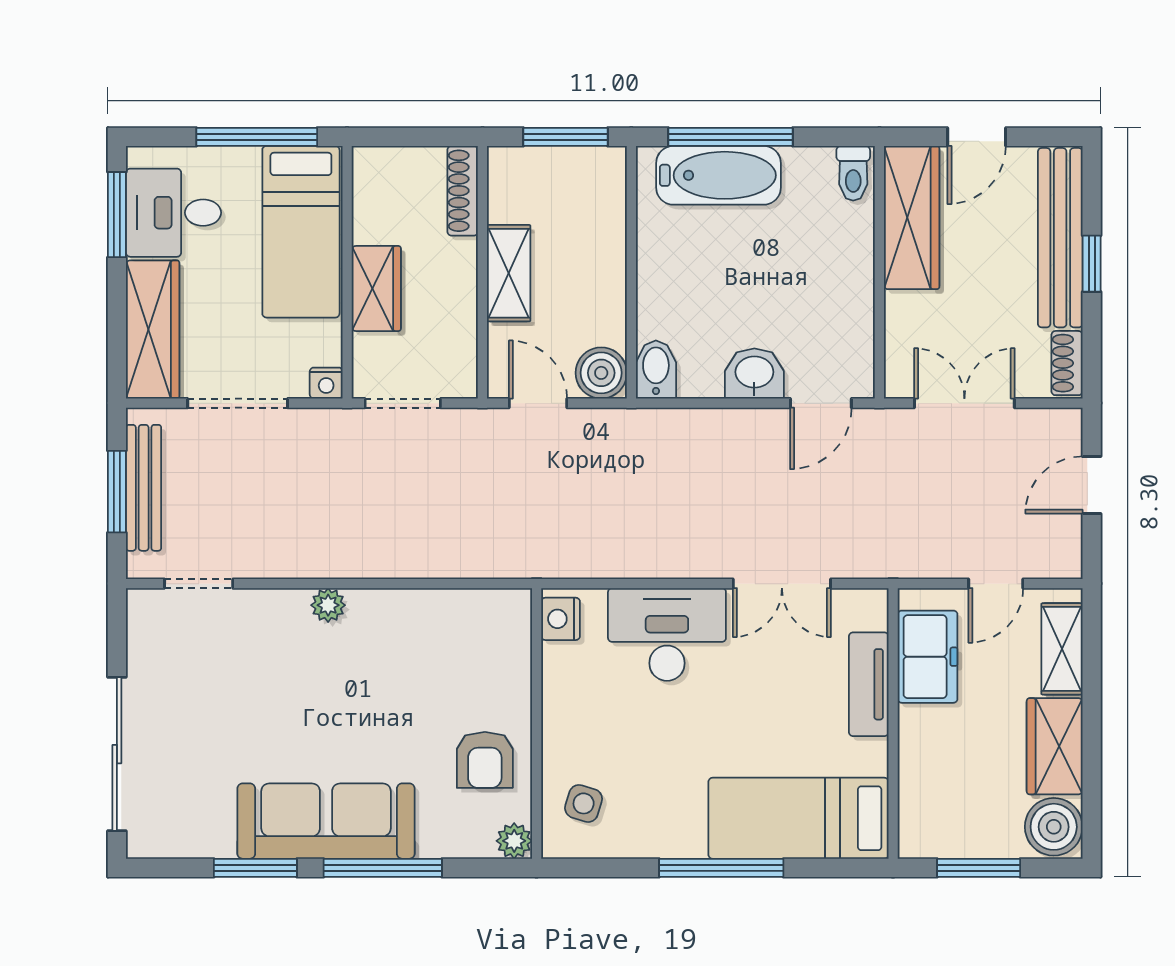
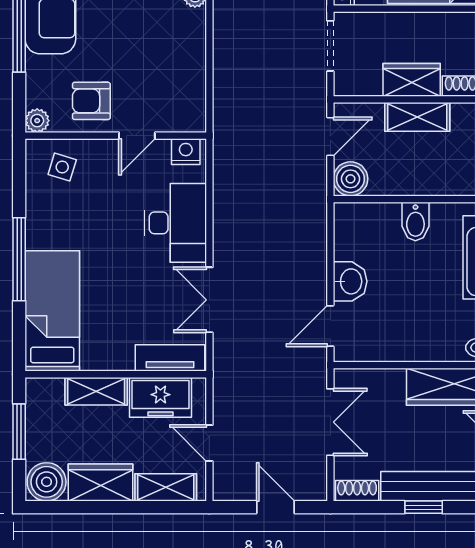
wardrobe: (376, 289) -> (412, 80), moved, turned 180
bidet: (656, 369) -> (415, 222), moved, turned 90
door: (821, 403) -> (330, 326), hinge flipped
tv unit: (869, 684) -> (170, 358), moved
door: (537, 692) -> (137, 136), added
shelving: (918, 753) -> (96, 391), added

